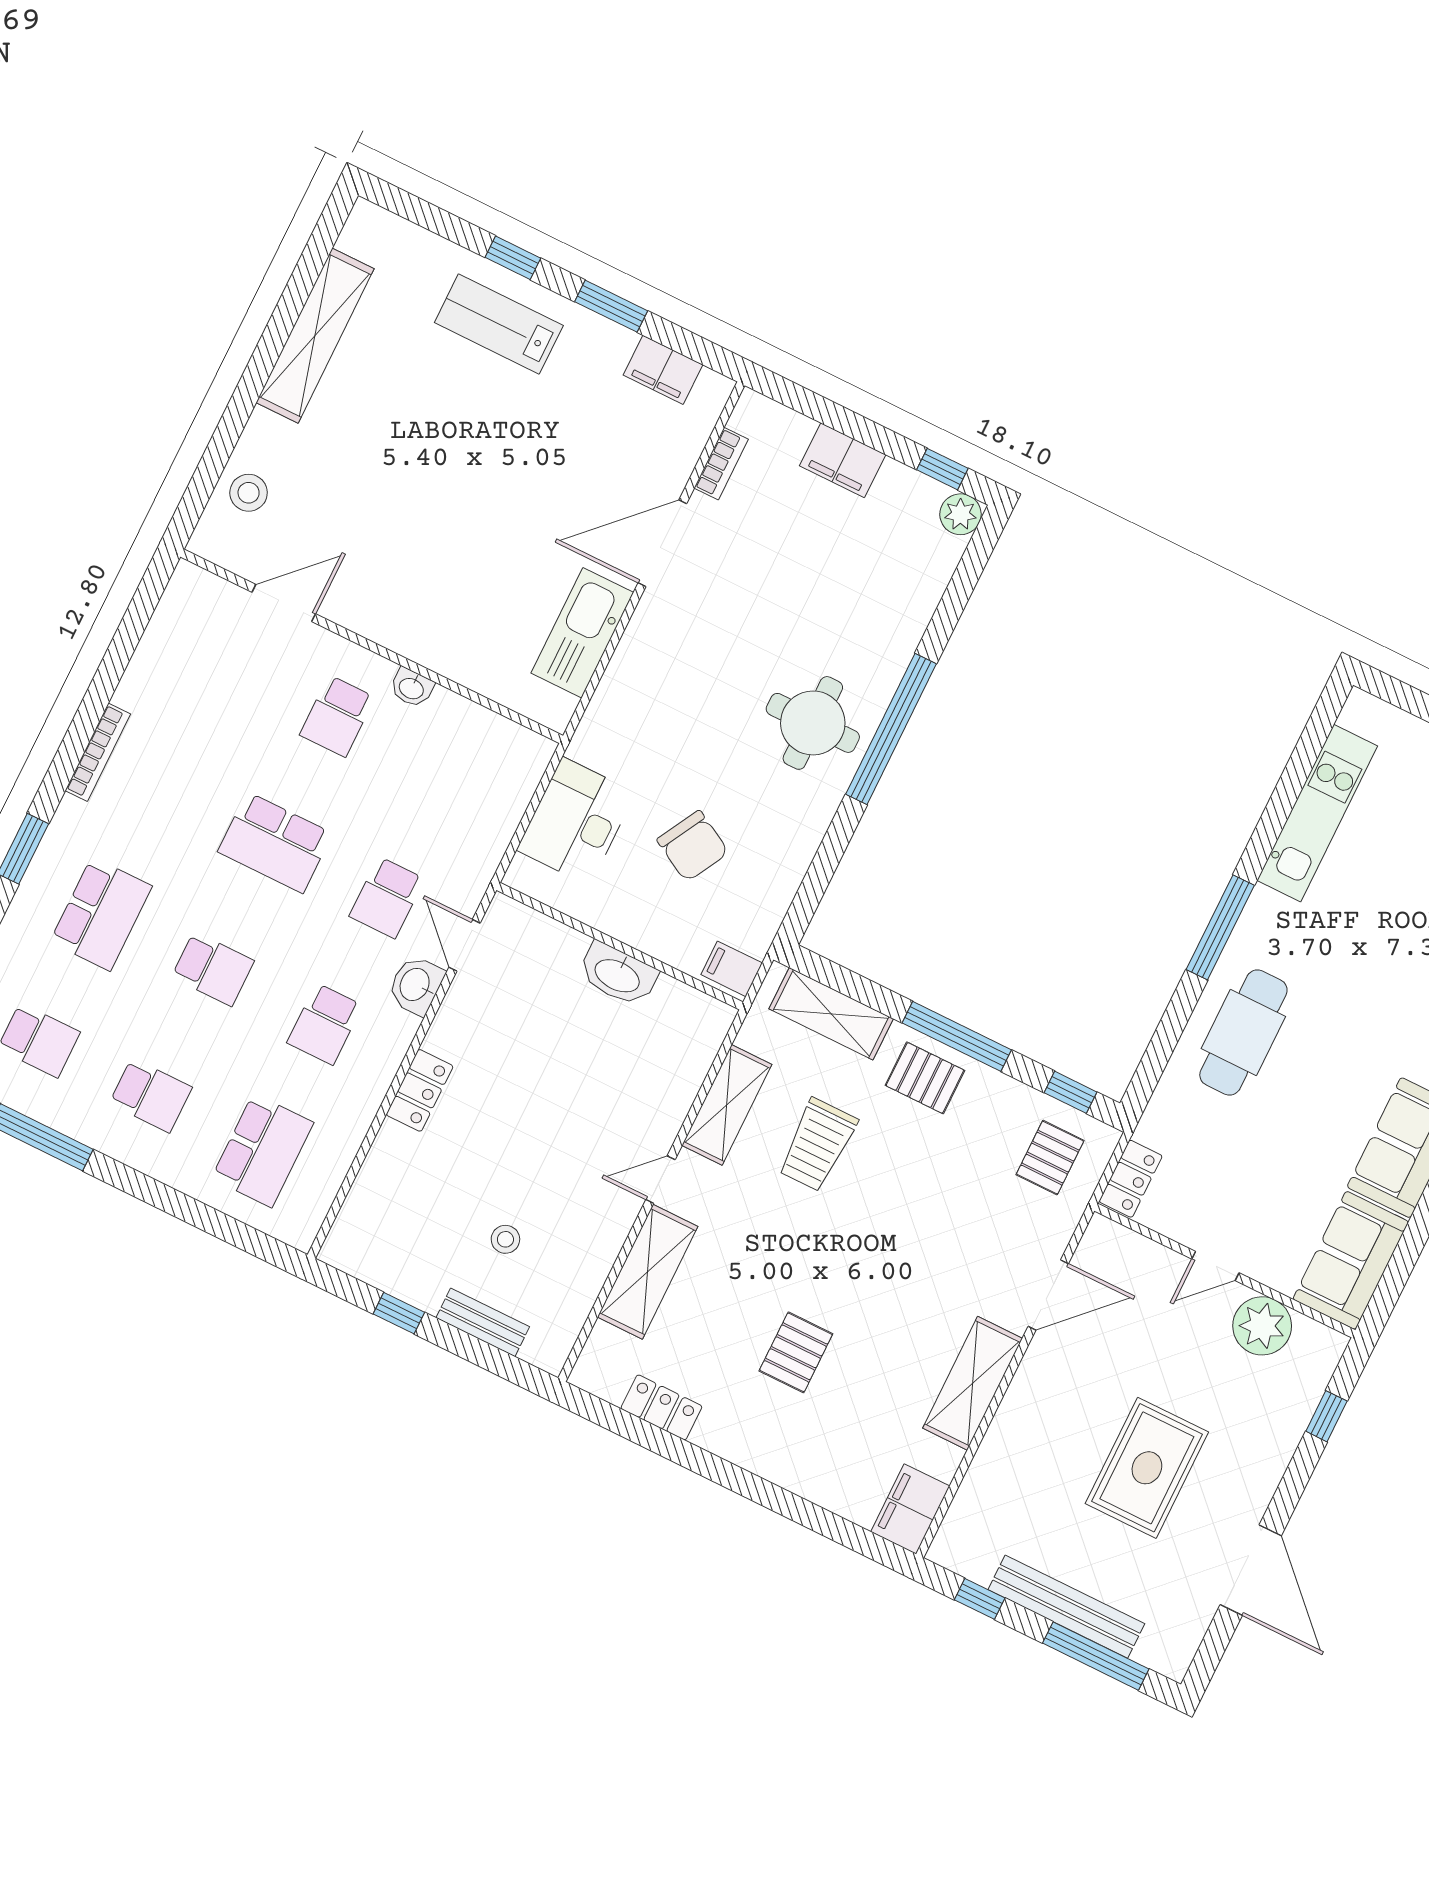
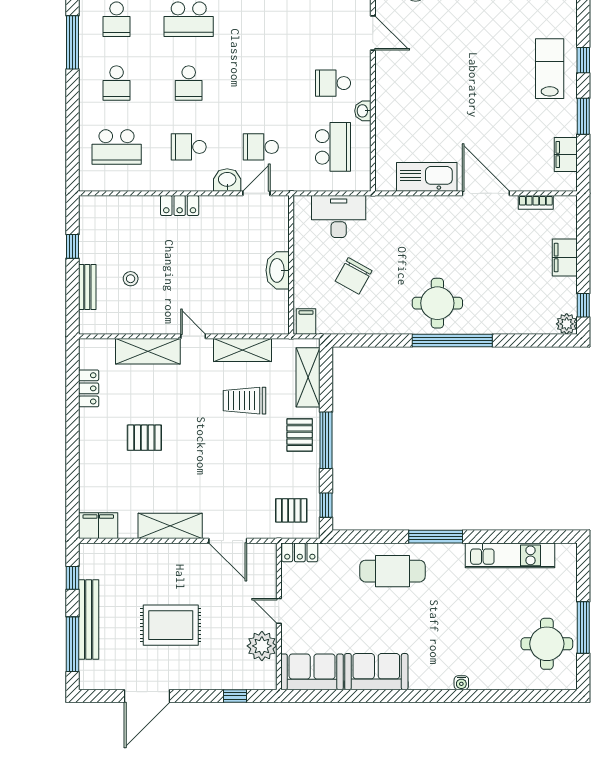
school desk: (275, 842) -> (333, 147), moved, turned 180

